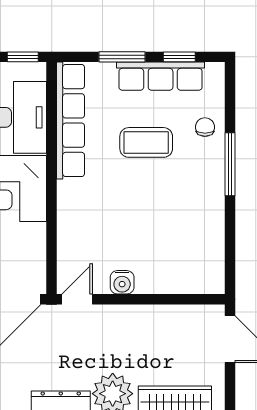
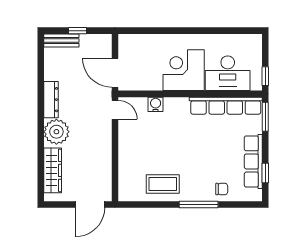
window: (122, 57) -> (265, 117), moved
coffee table: (146, 142) -> (163, 184), moved, turned 90
water cooler: (122, 282) -> (156, 104), moved, turned 90

